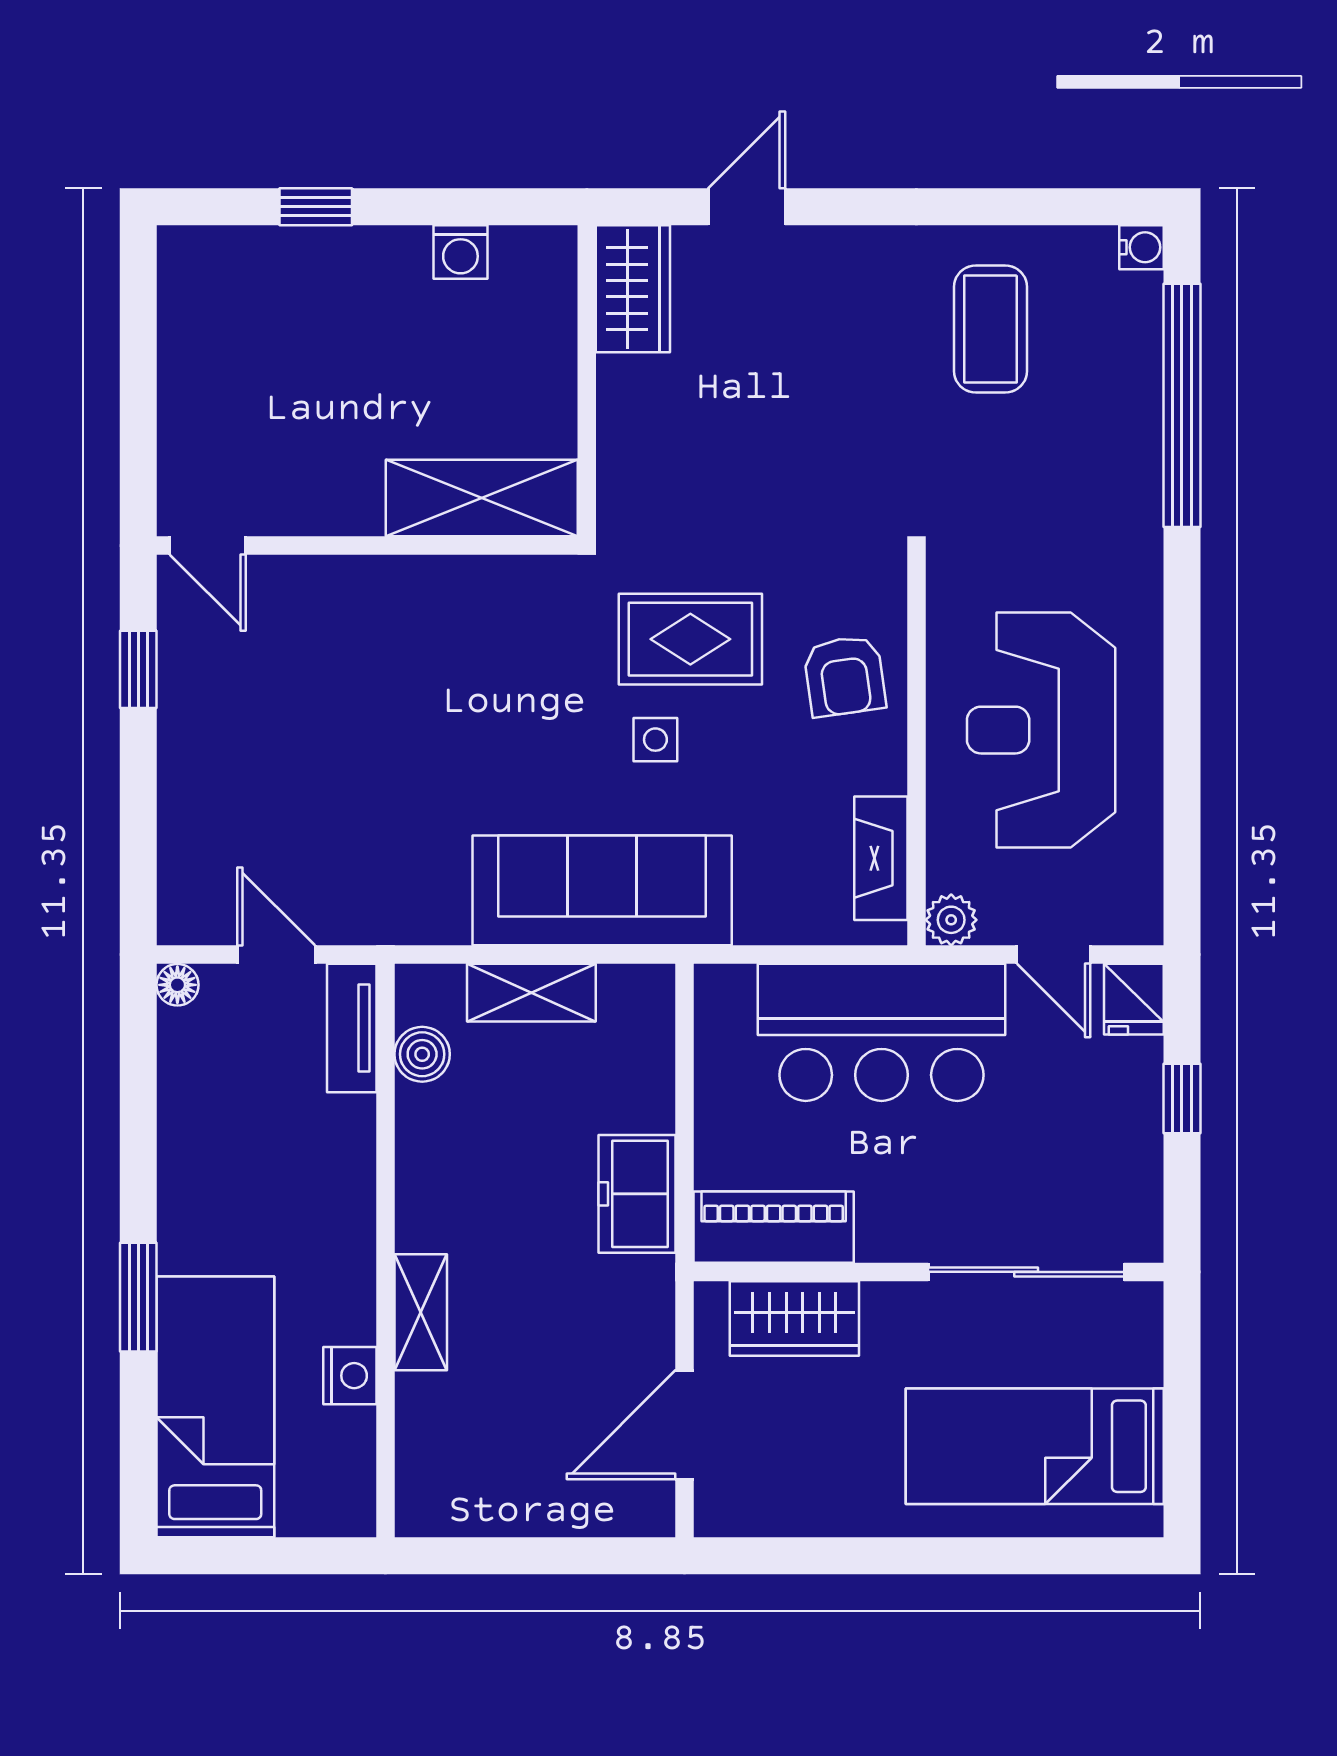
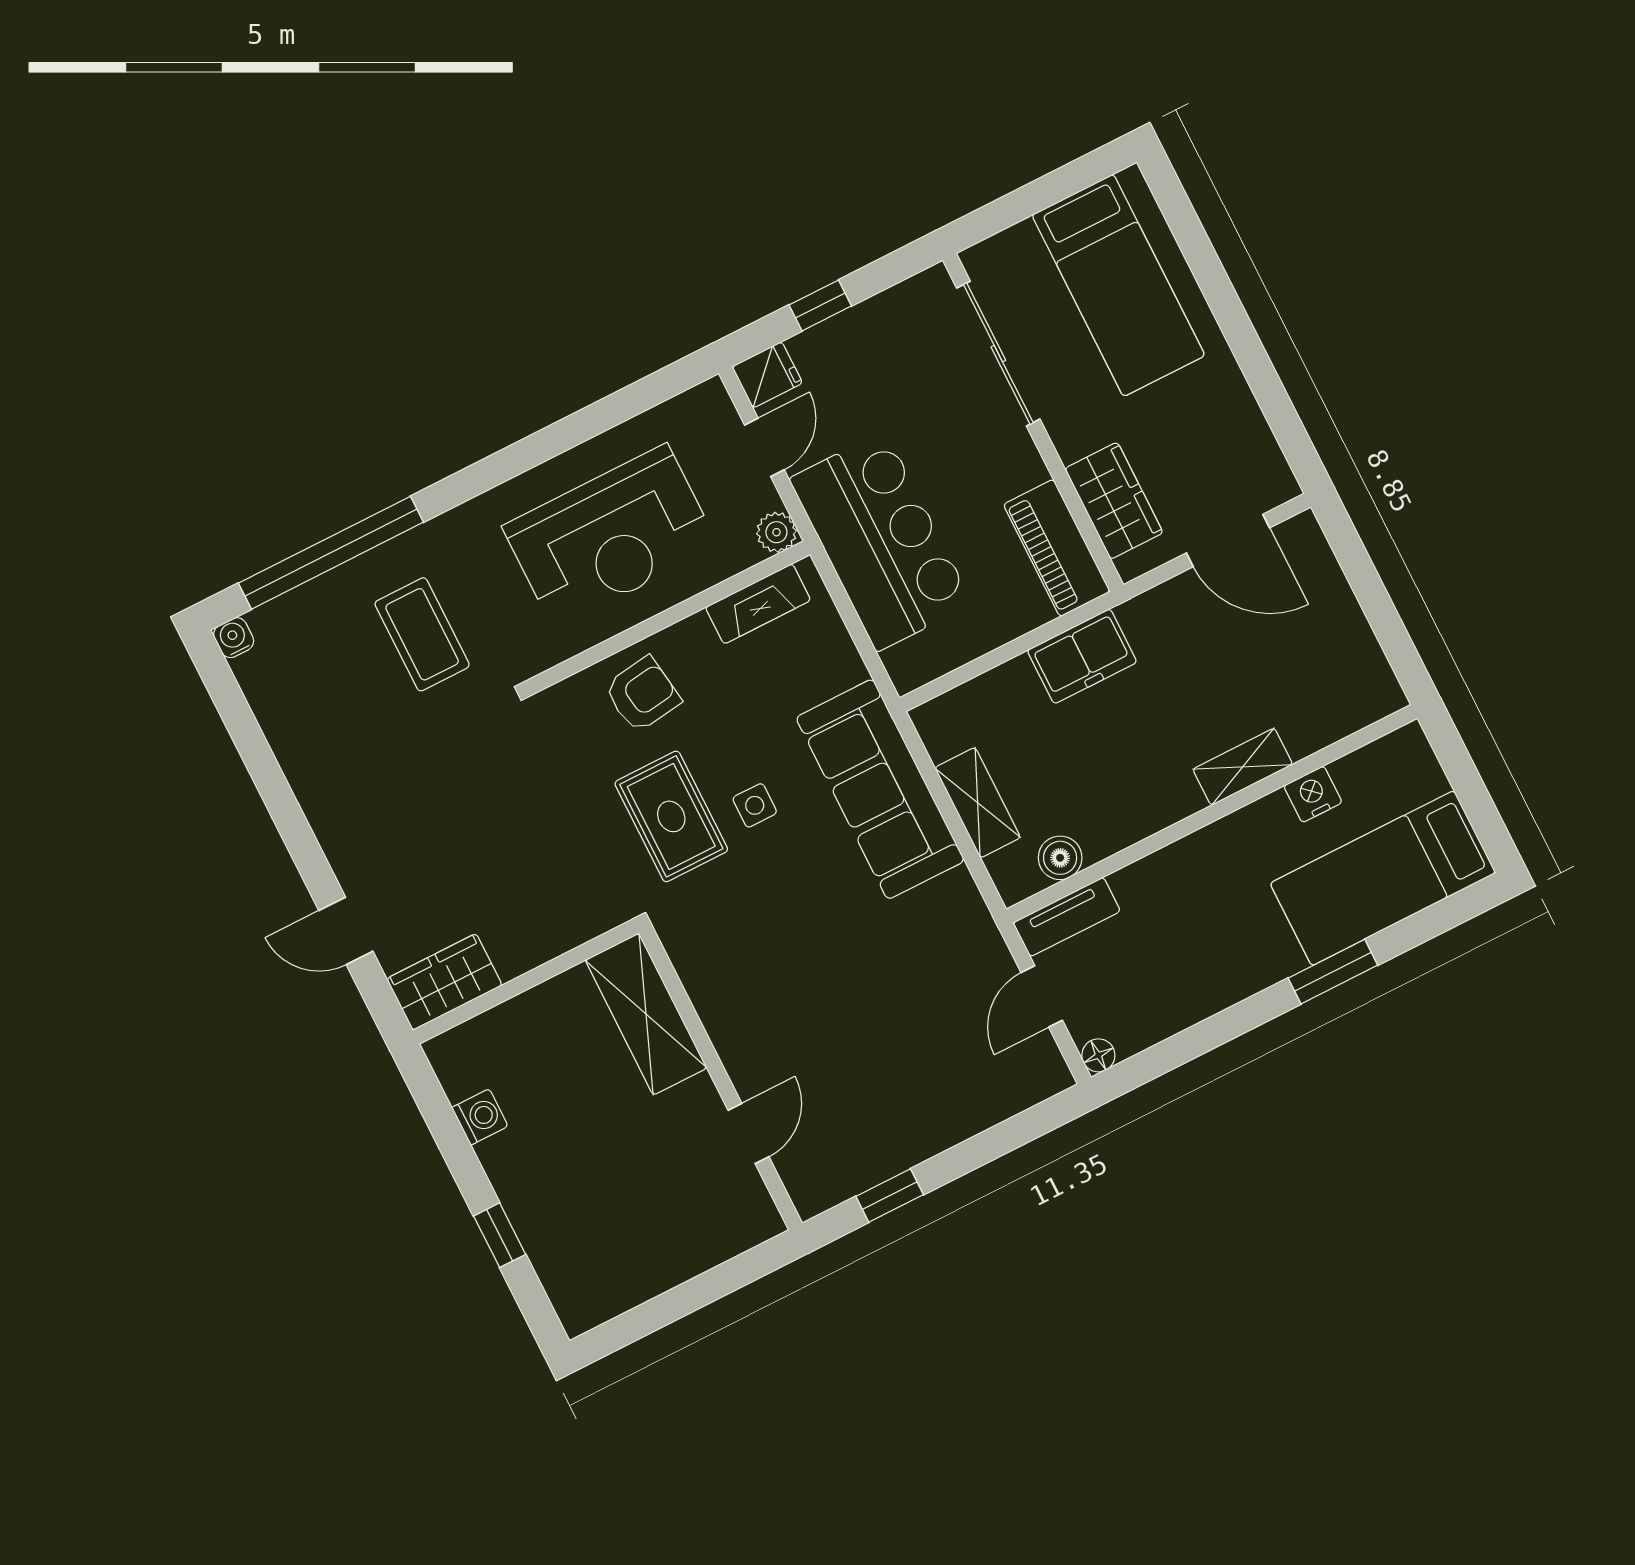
coffee table: (990, 329) -> (422, 634), moved, turned 90
door: (208, 546) -> (748, 1133), moved

